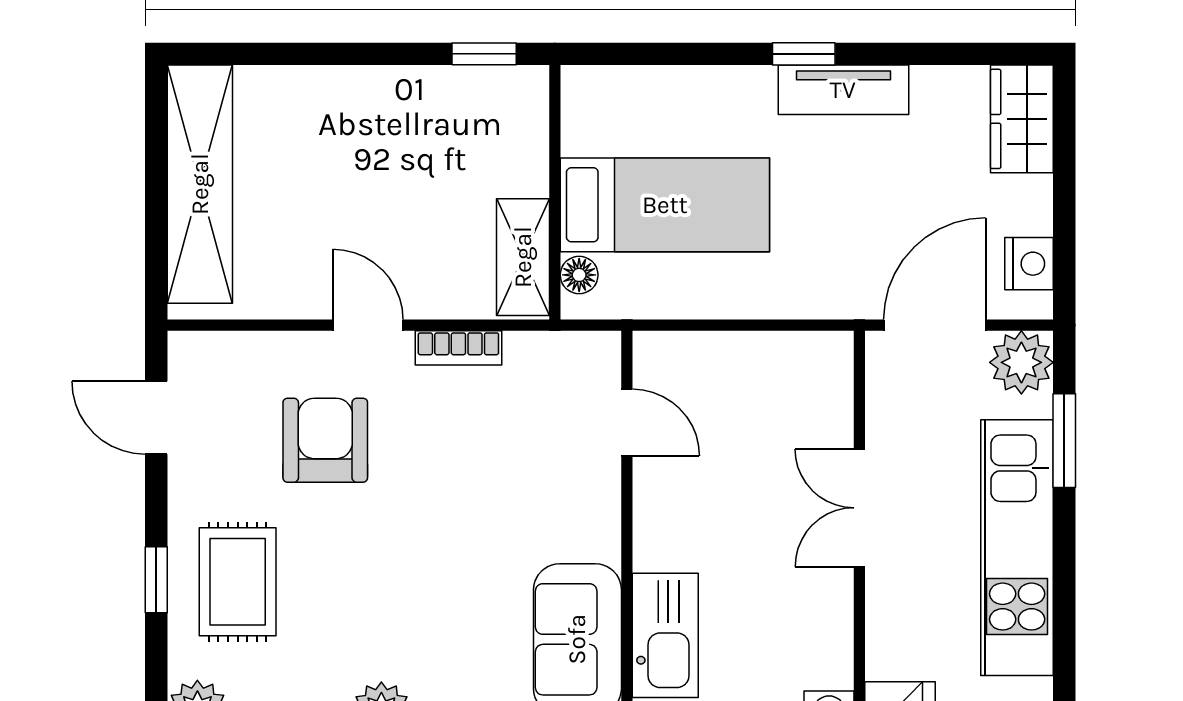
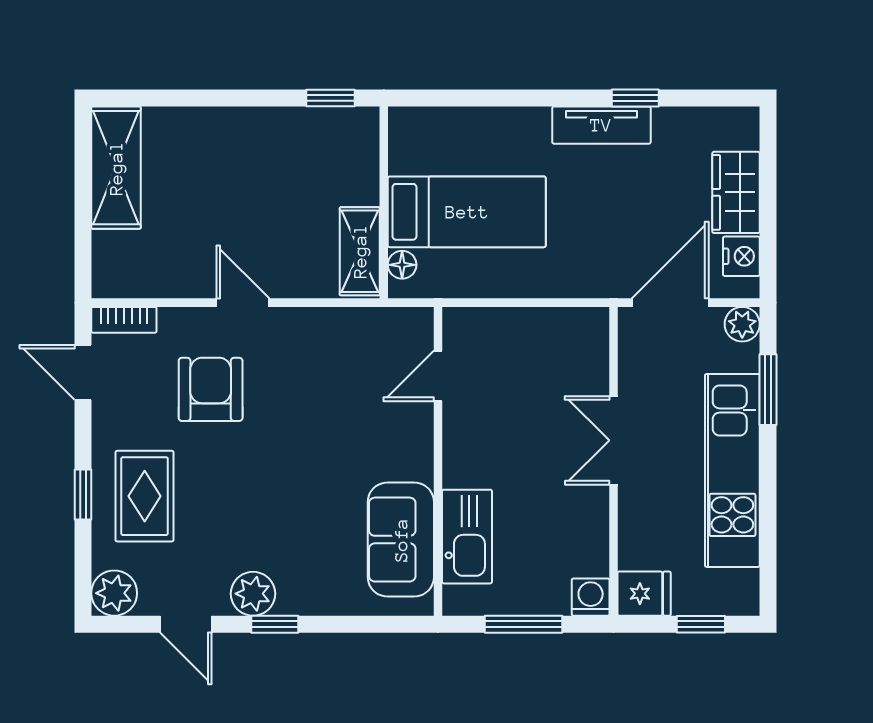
window: (804, 54) -> (635, 98), moved
wardrobe: (1022, 119) -> (736, 192), moved
shelving: (200, 184) -> (116, 168), width x0.68
bookcase: (458, 348) -> (124, 320), moved
plant: (1021, 362) -> (742, 324), width x0.73, depth x0.73
door: (627, 422) -> (438, 376), swing flipped

